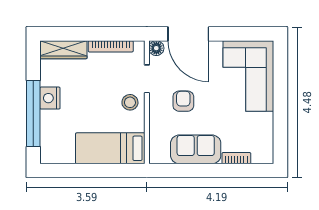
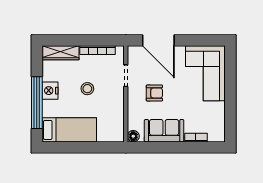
floor lamp: (156, 48) -> (133, 136), moved
armchair: (183, 101) -> (154, 93), turned 90
stool: (130, 102) -> (87, 89), moved
bed: (110, 148) -> (69, 130), moved, turned 180

